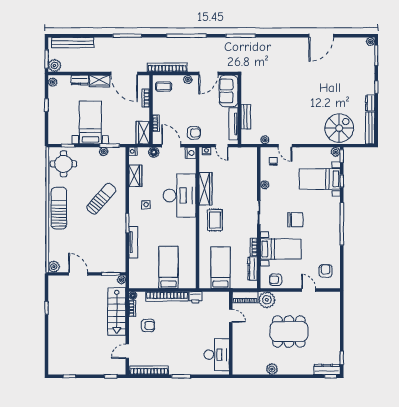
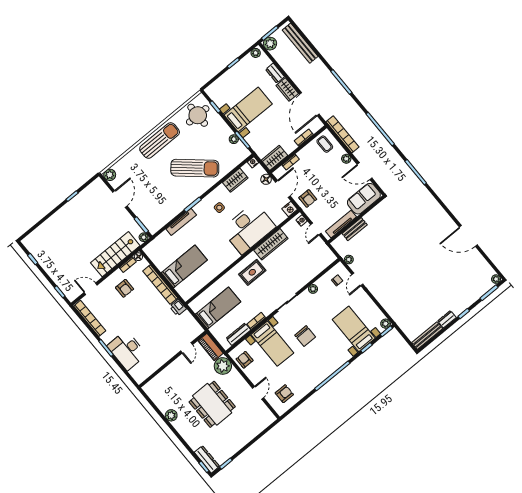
spiral stairs: (339, 128) -> (407, 311), removed
sun lounger: (101, 199) -> (195, 168), width x1.36, depth x1.34
desk: (217, 355) -> (127, 350), moved, turned 90

